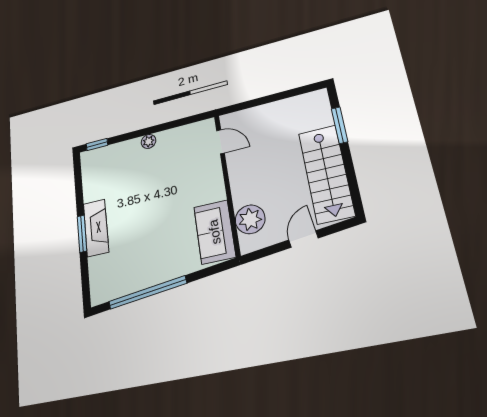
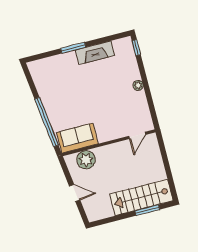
stairs: (326, 174) -> (141, 197), moved
fireplace: (96, 228) -> (95, 53), moved
window: (147, 292) -> (47, 122), moved

